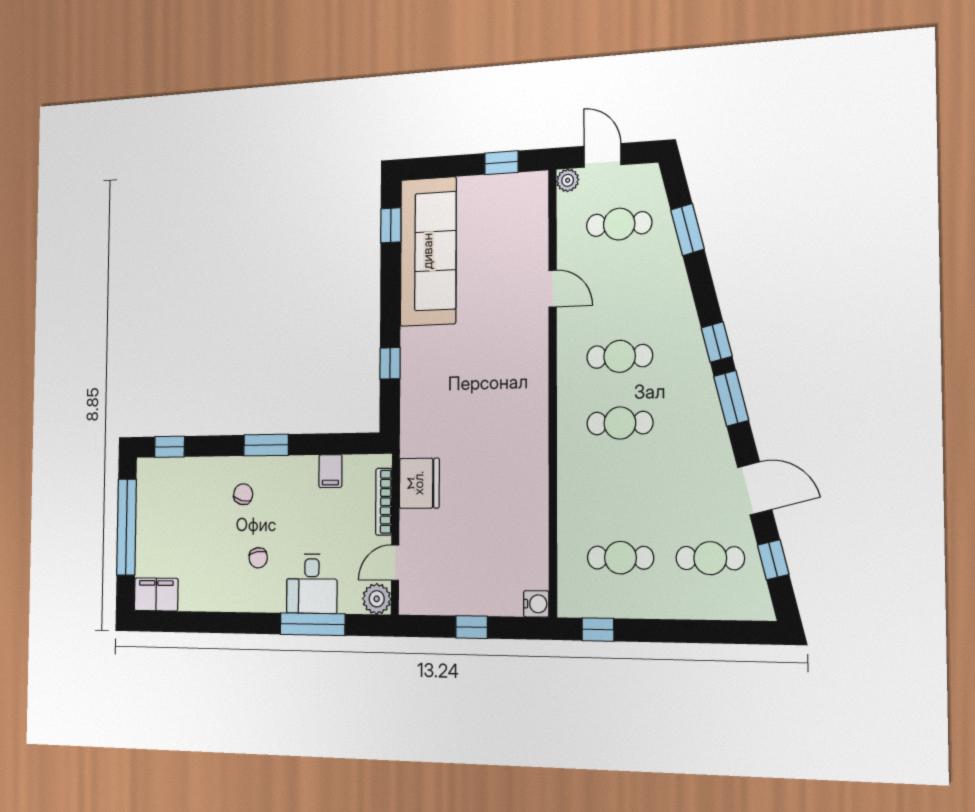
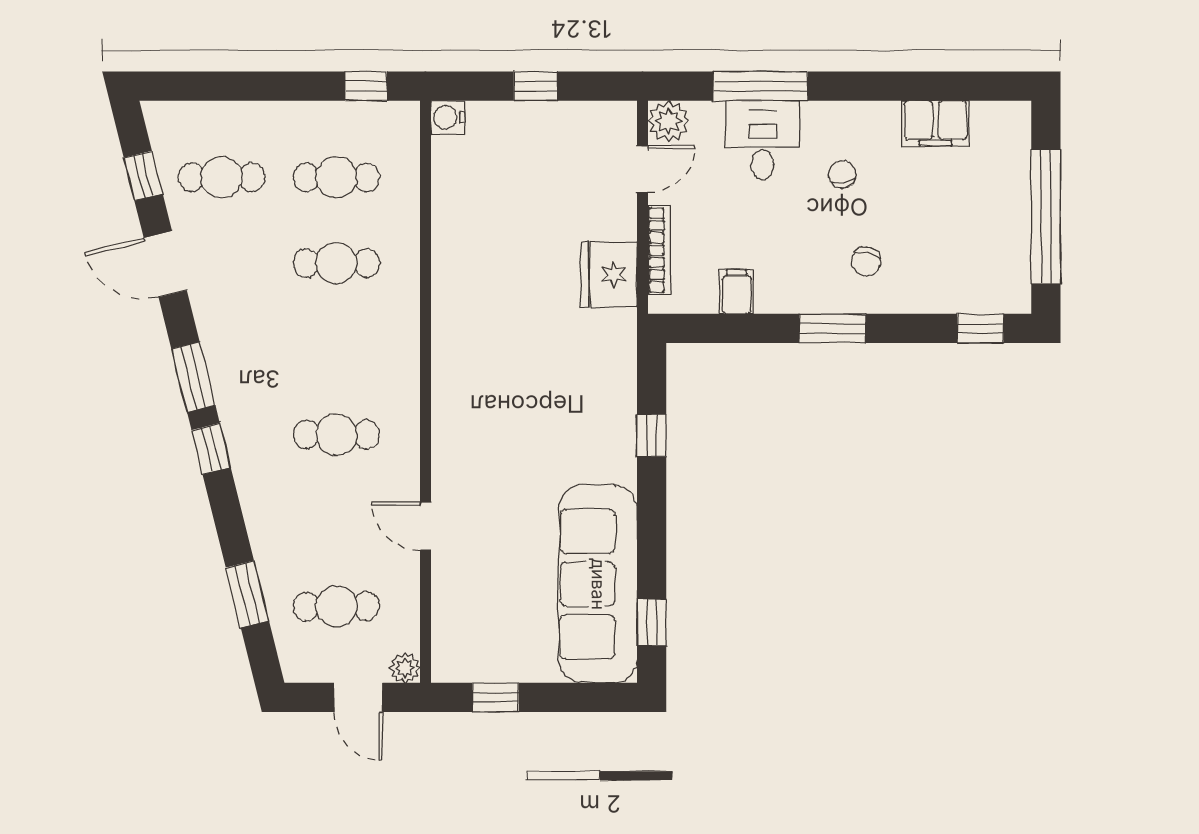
cafe table: (620, 423) -> (336, 263), moved
filing cabinet: (156, 594) -> (935, 123), moved

